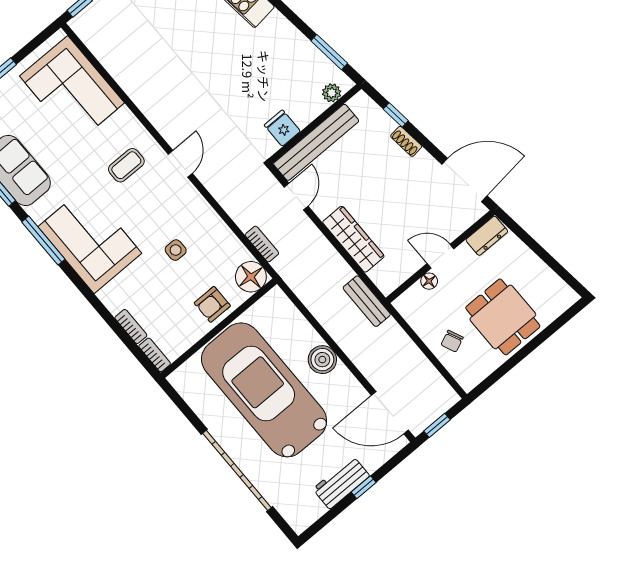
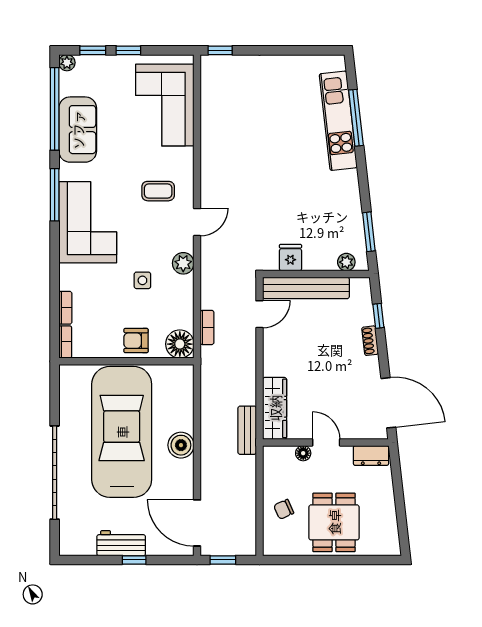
plant: (197, 208) -> (183, 263), added
wardrobe: (353, 239) -> (275, 408), moved

